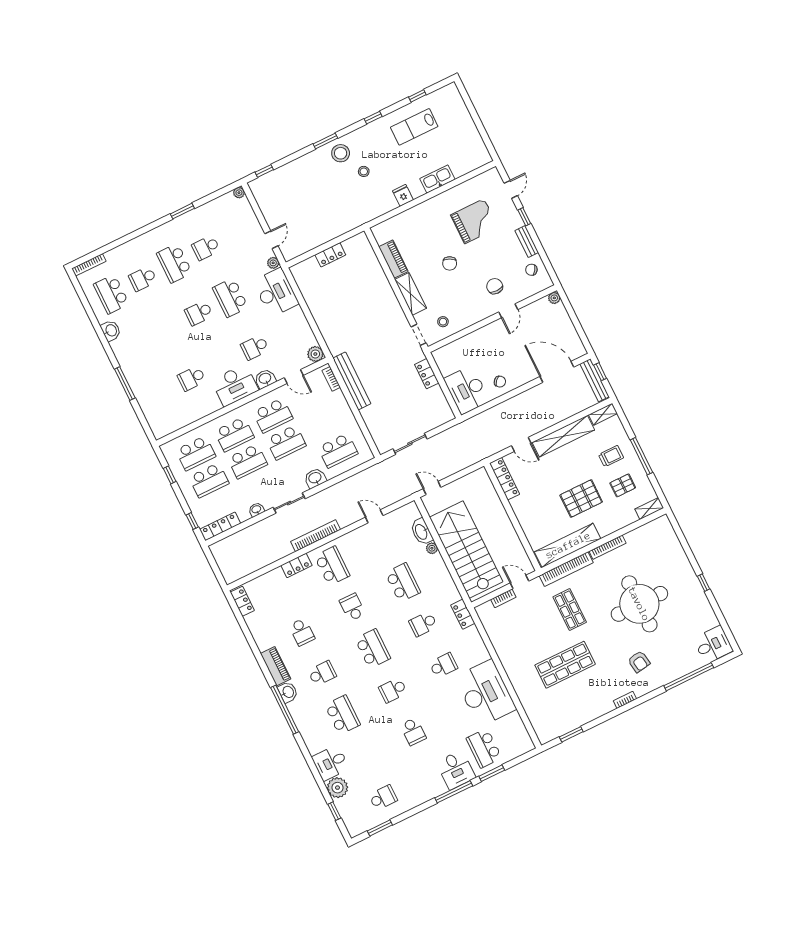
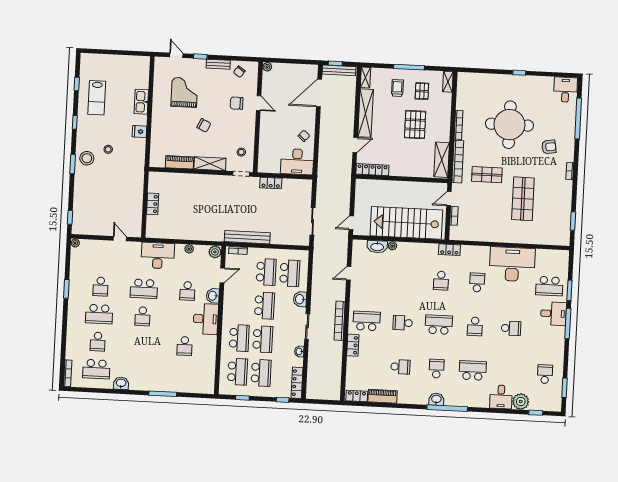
plant: (273, 263) -> (189, 249), moved
school desk: (273, 415) -> (266, 272), moved
shelving: (568, 545) -> (442, 160), width x0.68
school desk: (403, 583) -> (405, 279), removed
piano: (276, 666) -> (383, 396), moved

